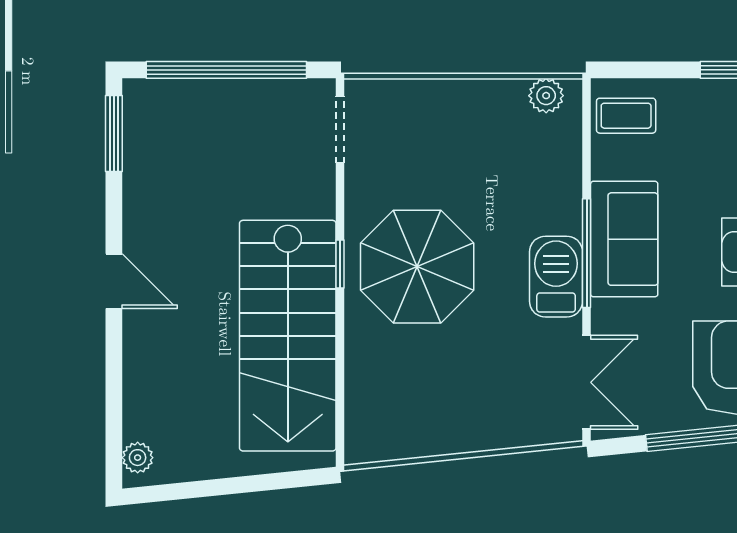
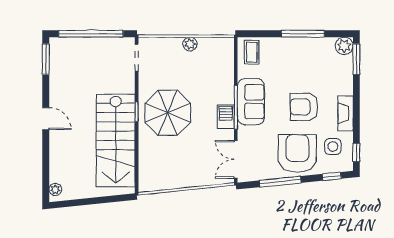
plant: (546, 96) -> (190, 44), moved
coffee table: (626, 116) -> (252, 52), turned 90
barbecue: (556, 277) -> (226, 117), width x0.73, depth x0.79
double door: (587, 382) -> (236, 159), swing flipped

